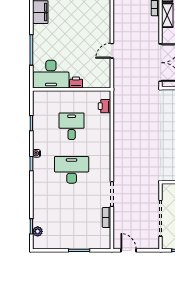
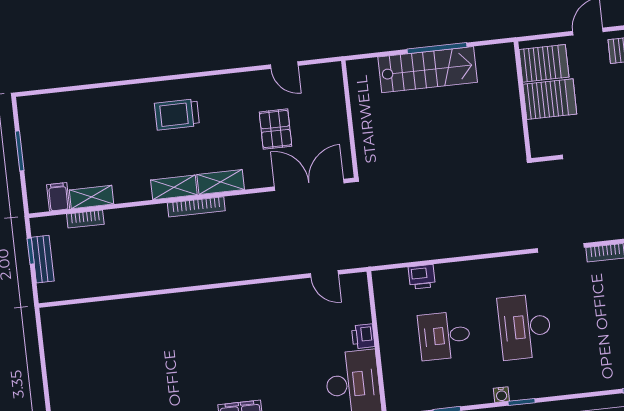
door: (112, 51) -> (324, 274), moved
printer: (104, 106) -> (422, 277), moved

